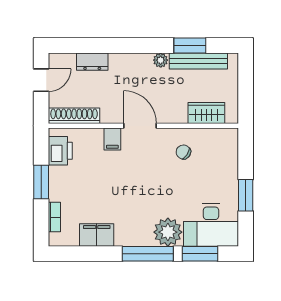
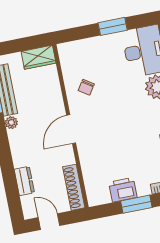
wardrobe: (206, 113) -> (39, 57), moved, turned -90
filing cabinet: (112, 139) -> (87, 150), removed
printer: (60, 151) -> (123, 190), moved

